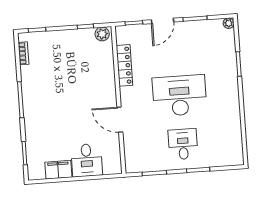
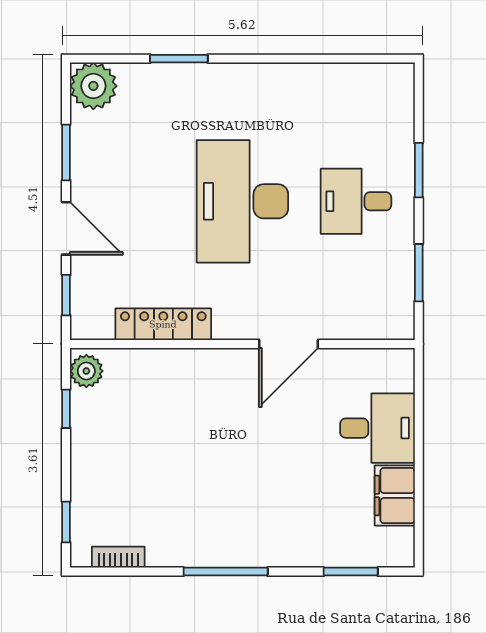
plant: (229, 23) -> (93, 86), width x1.87, depth x1.87

